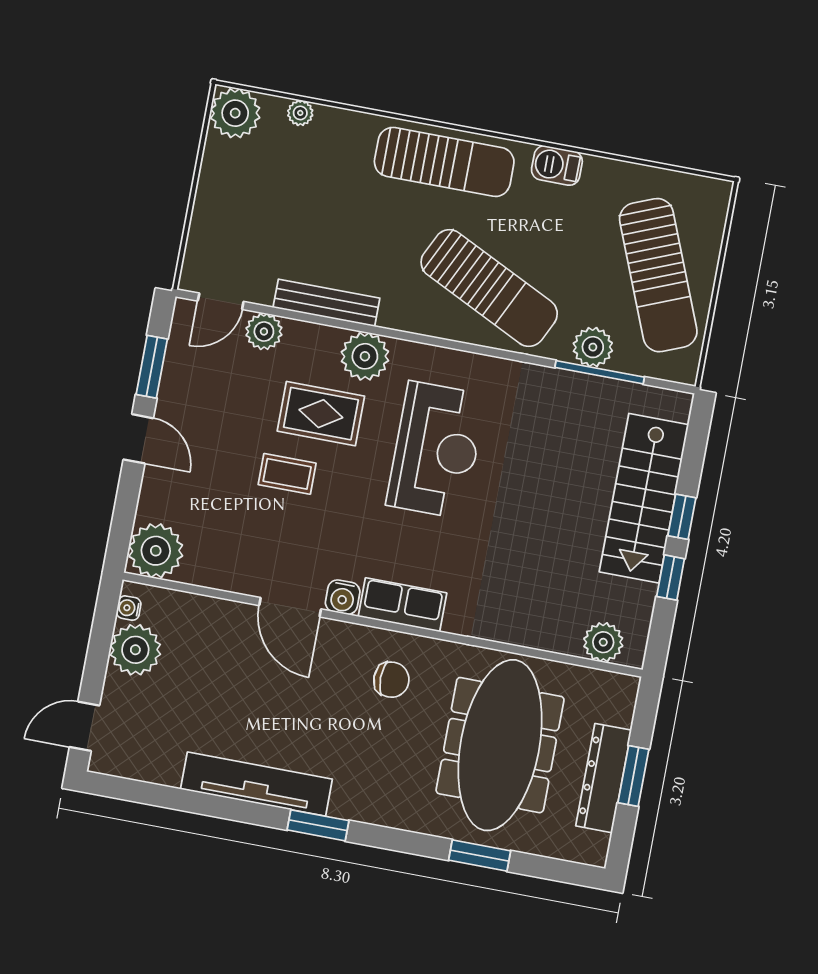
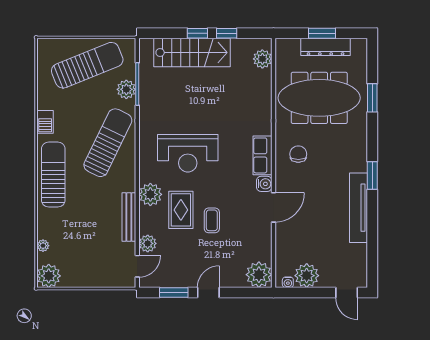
door: (221, 301) -> (137, 266), hinge flipped
reception desk: (436, 450) -> (188, 153), turned 180

